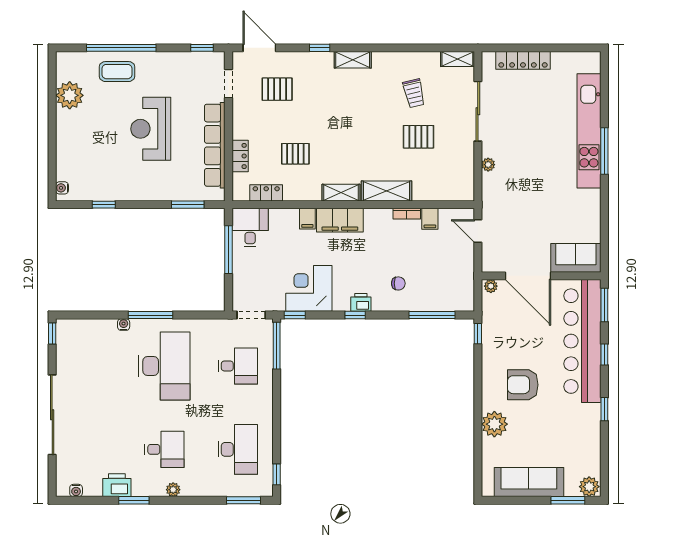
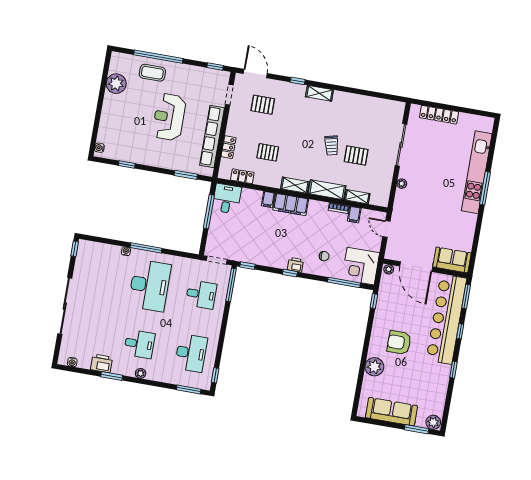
shelving: (457, 59) -> (357, 197), moved
trolley: (414, 93) -> (332, 145), moved
corner desk: (309, 288) -> (361, 266), moved, turned -90

